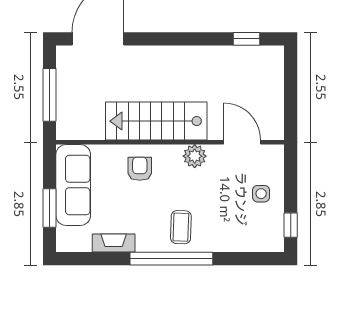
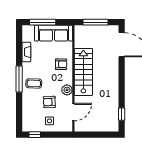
armchair: (221, 194) -> (49, 102), added
window: (50, 208) -> (43, 22), width x1.44
window: (171, 259) -> (19, 79), width x0.68

